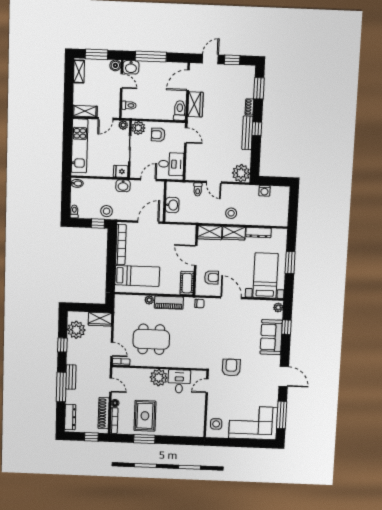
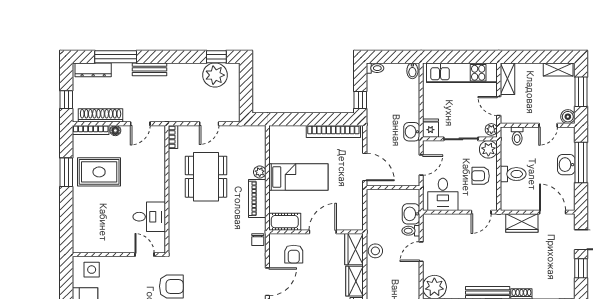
washbasin: (131, 67) -> (566, 165), moved
toilet: (180, 111) -> (513, 174), moved
armchair: (158, 135) -> (481, 176), turned -90
door: (148, 180) -> (421, 165), hinge flipped
washbasin: (172, 205) -> (411, 214), moved, turned 90
stool: (107, 211) -> (377, 111), removed
stool: (231, 213) -> (375, 251), moved
bed: (137, 276) -> (298, 177), moved, turned -90
wardrobe: (100, 319) -> (231, 107), removed
window: (62, 345) -> (216, 57), moved
door: (112, 349) -> (209, 124), moved
plant: (159, 378) -> (153, 189), removed
window: (61, 387) -> (116, 57), moved

